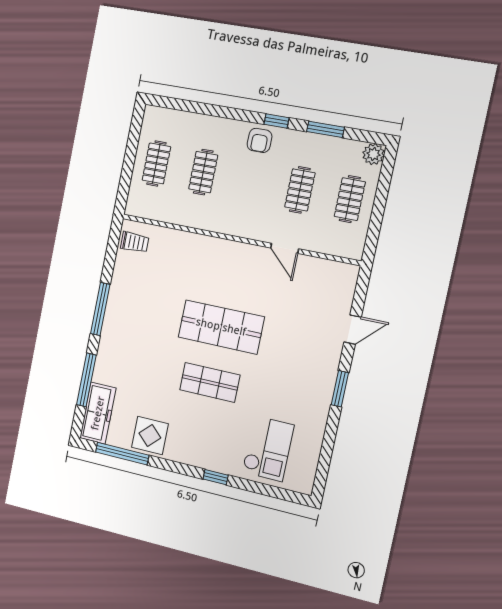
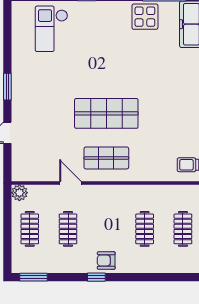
window: (325, 129) -> (33, 277), moved
armchair: (260, 140) -> (106, 261), turned -90
plant: (373, 154) -> (19, 193), moved
shop shelf: (210, 382) -> (106, 158), moved

